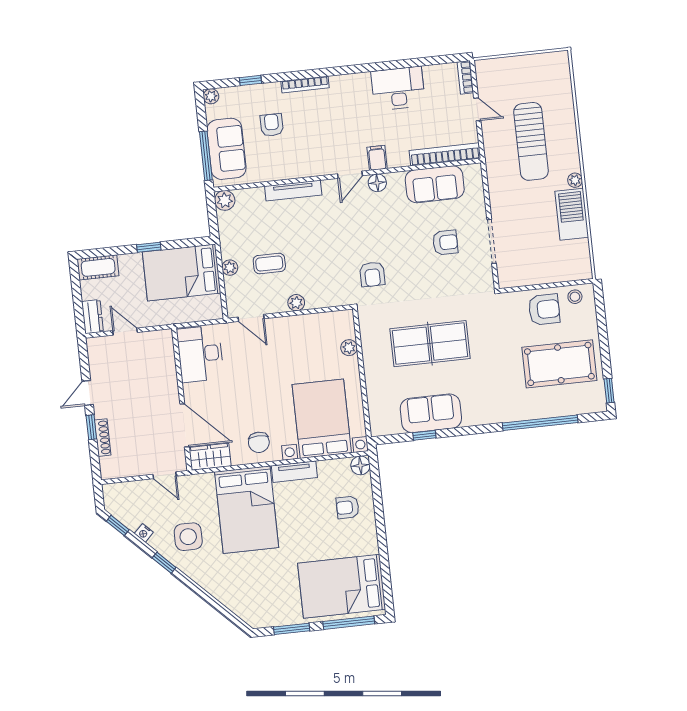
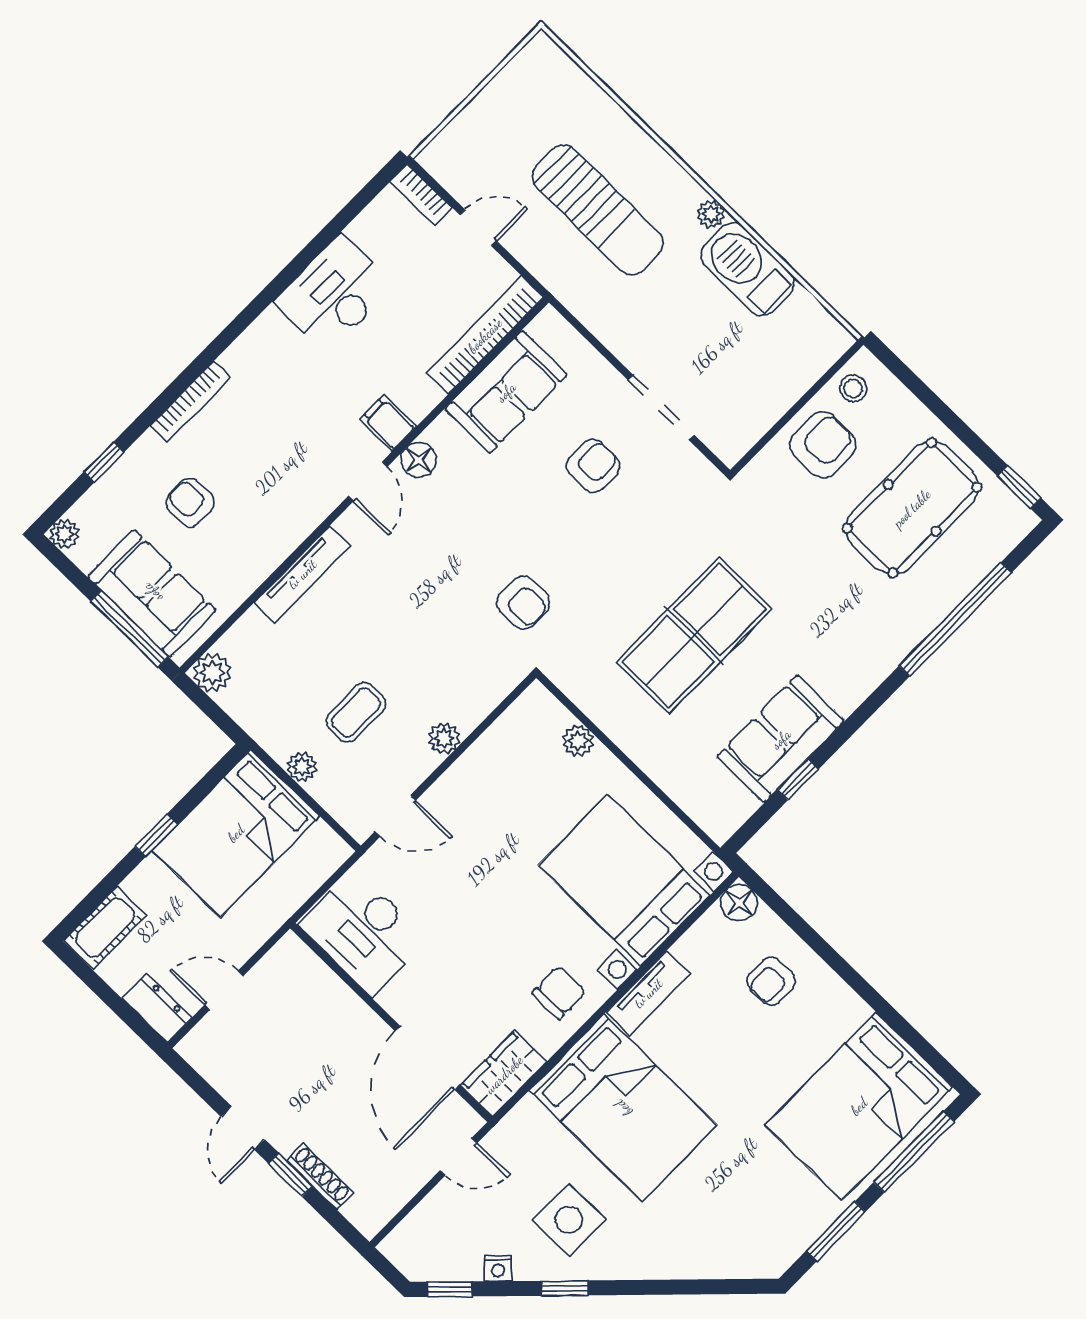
door: (185, 425) -> (427, 1058), swing flipped
chair: (259, 442) -> (559, 992), turned -90

